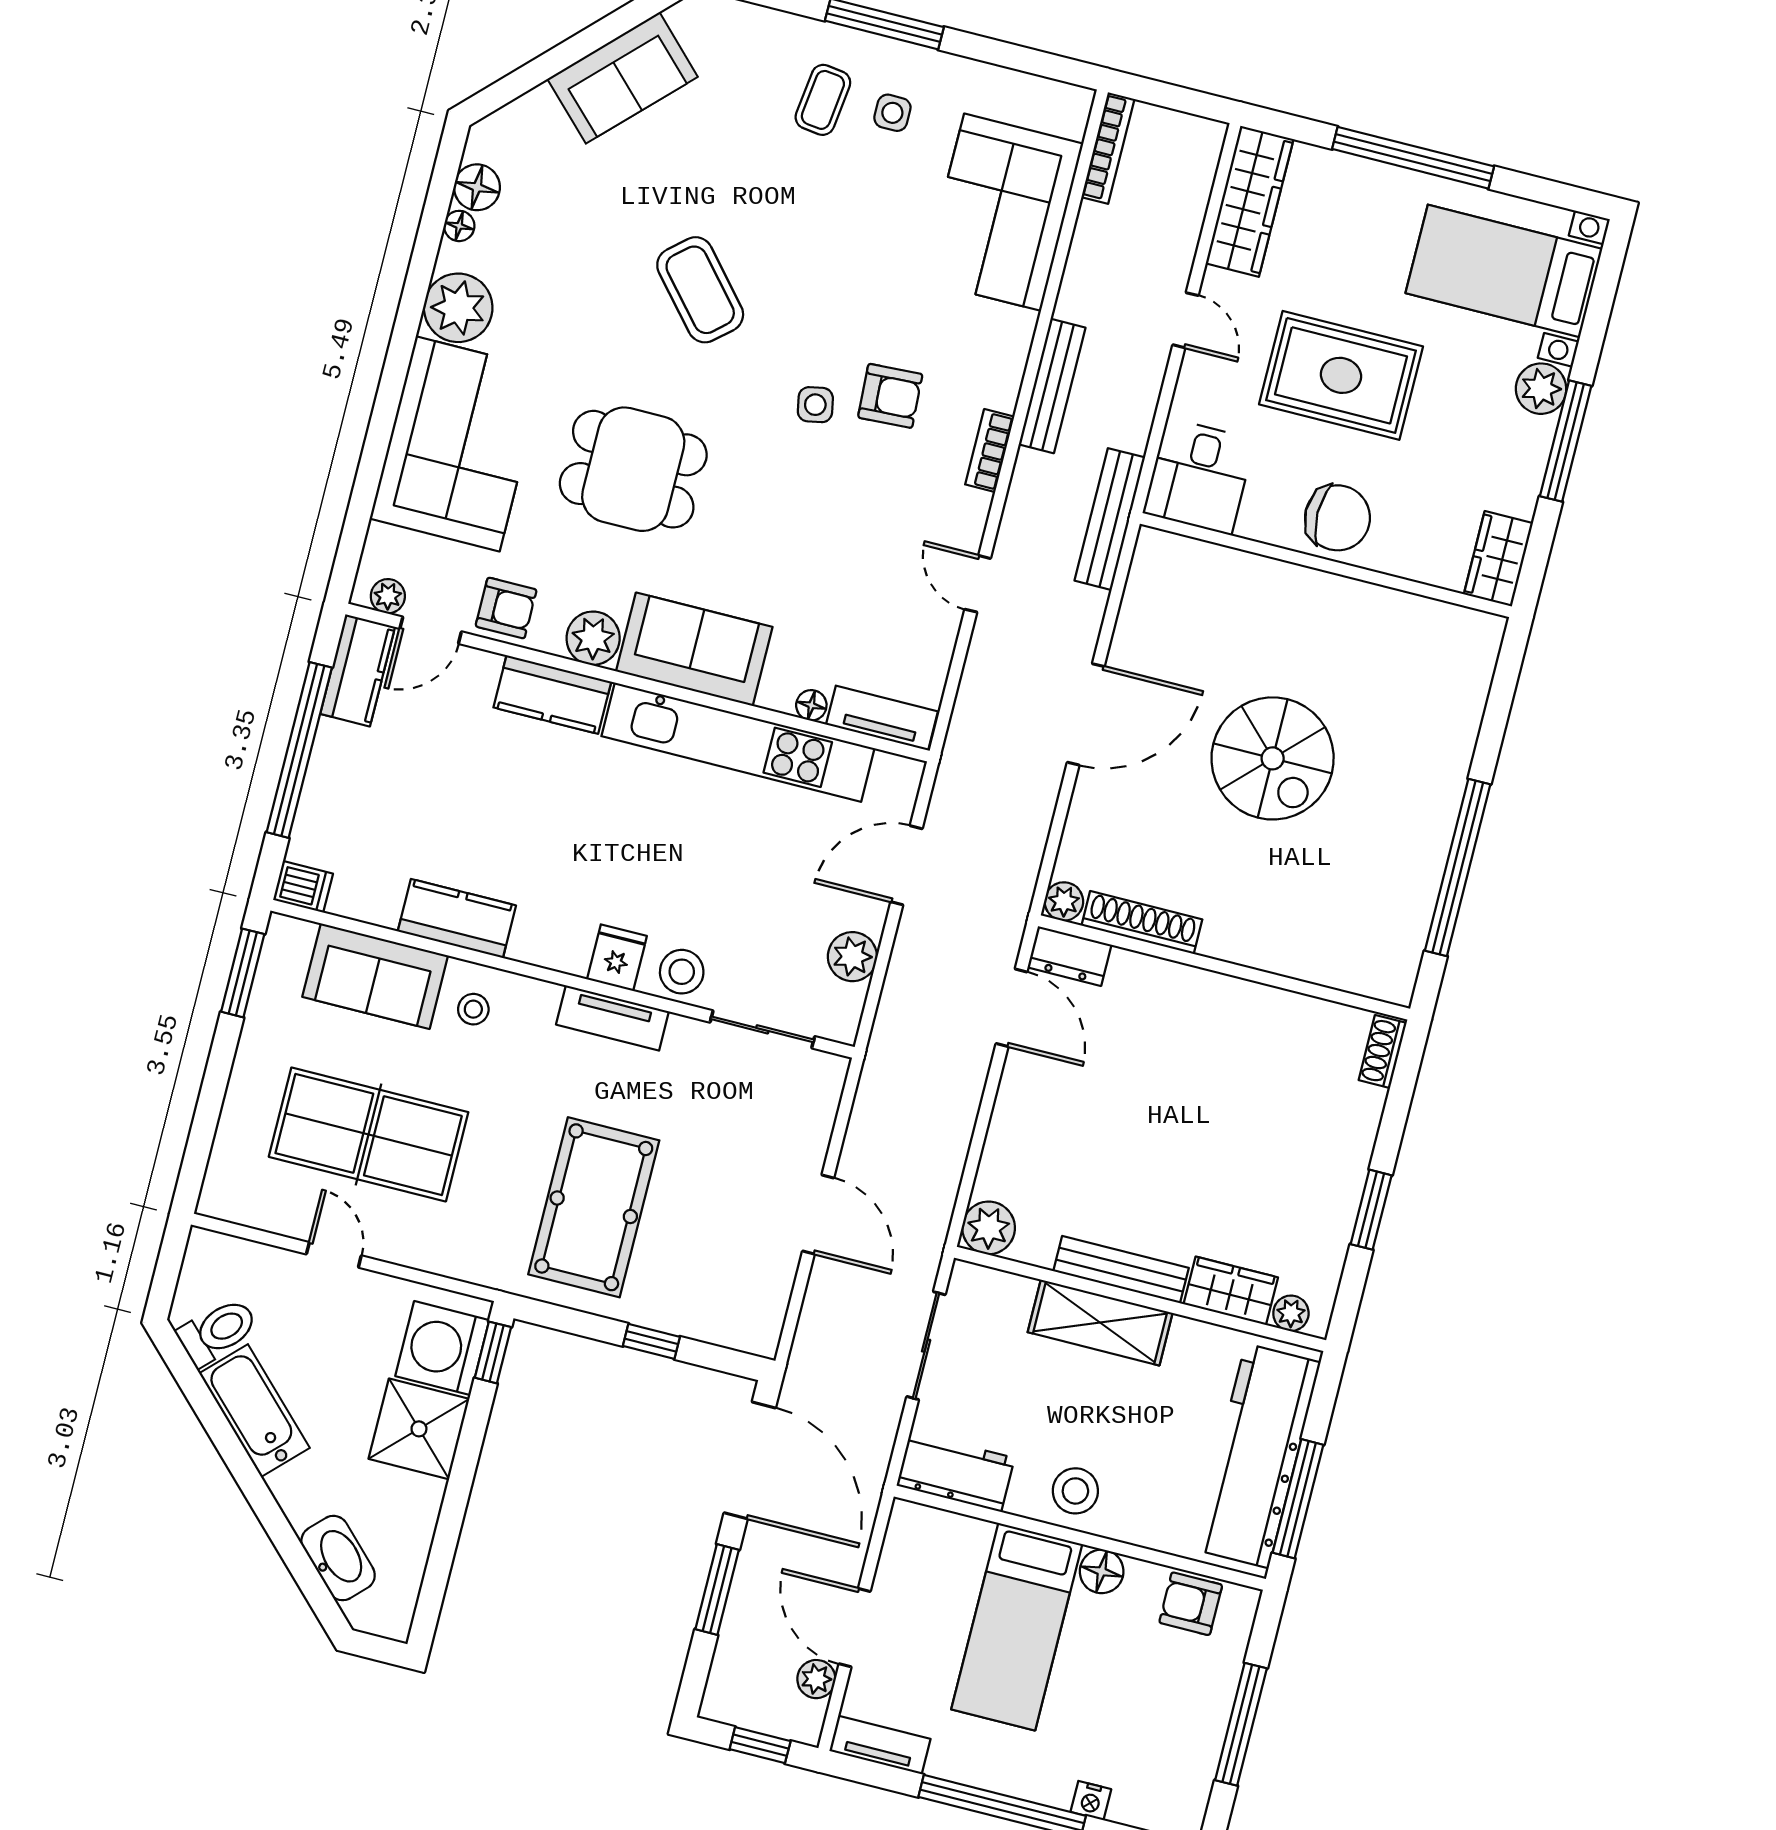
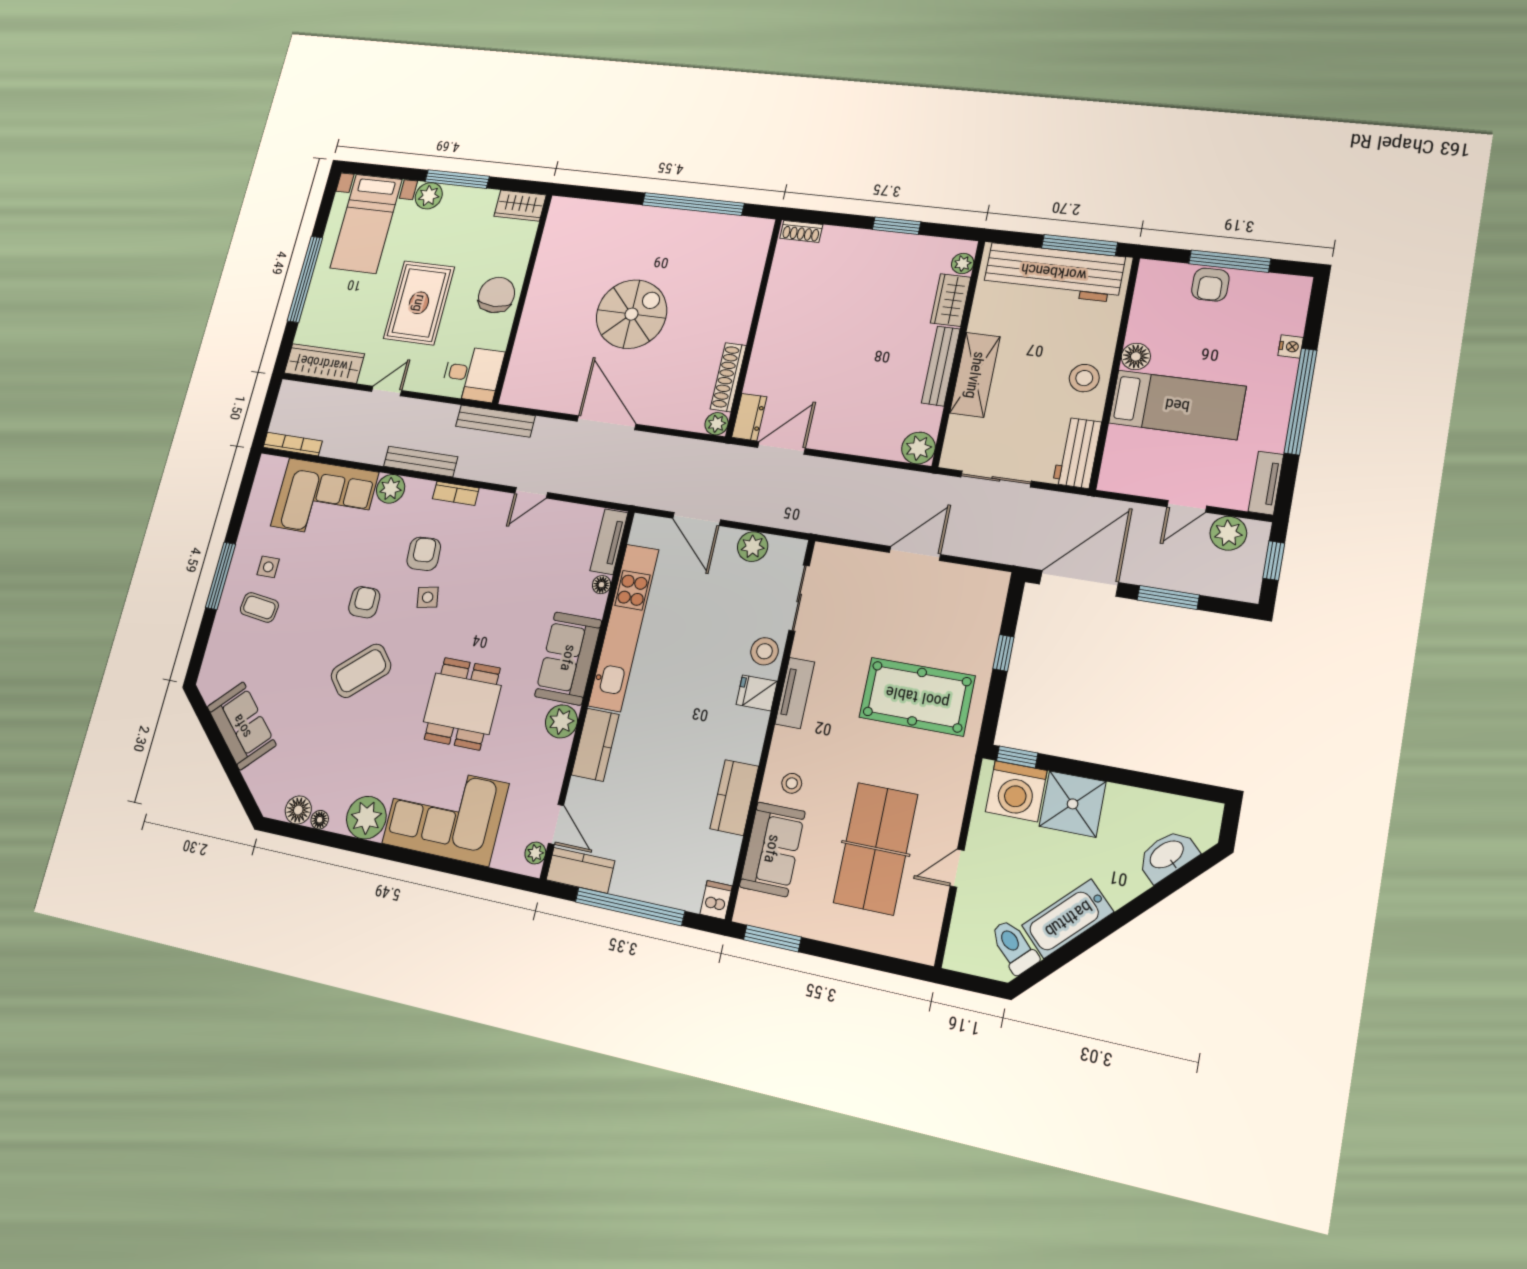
plant: (1009, 333) -> (391, 489), added
armchair: (506, 608) -> (364, 602), moved
armchair: (1191, 1604) -> (1210, 285), moved
door: (855, 1628) -> (1187, 506), width x0.73
plant: (816, 1679) -> (1228, 533), width x1.38, depth x1.38

